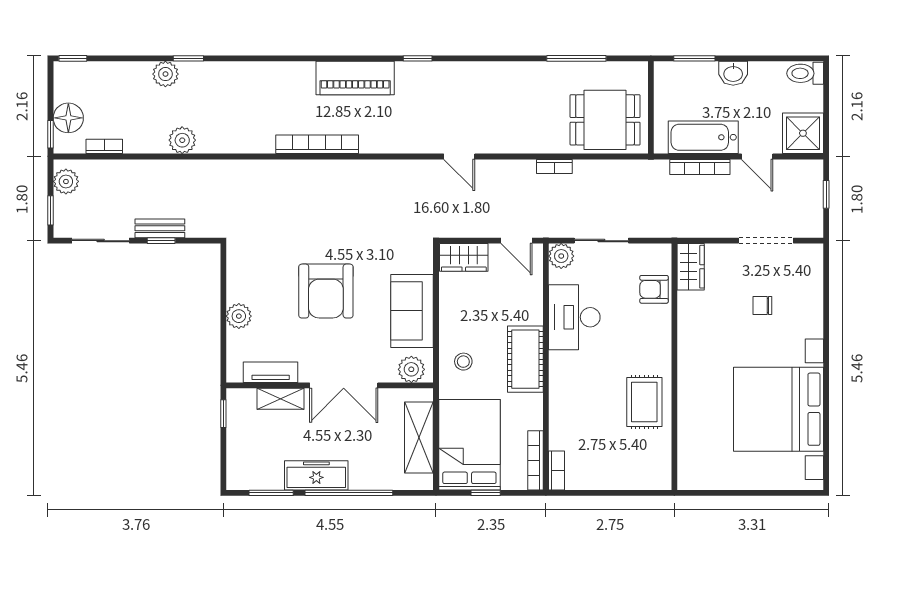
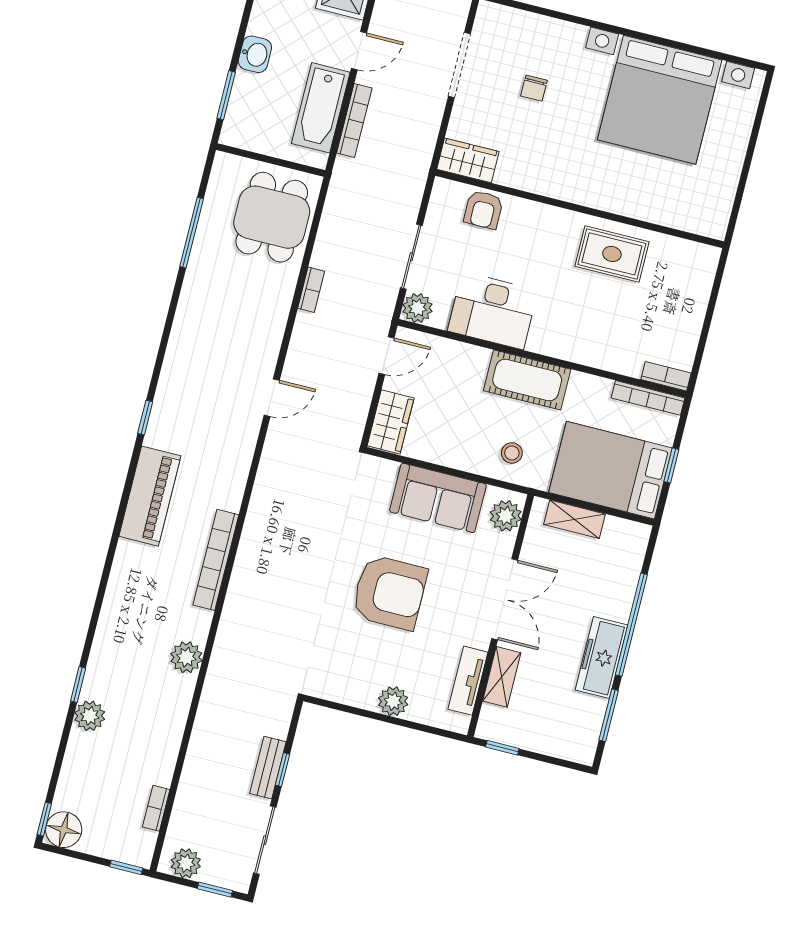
floor lamp: (68, 118) -> (64, 830), moved
plant: (182, 140) -> (186, 657), moved
shelving: (419, 437) -> (574, 519), width x0.67, depth x0.75

